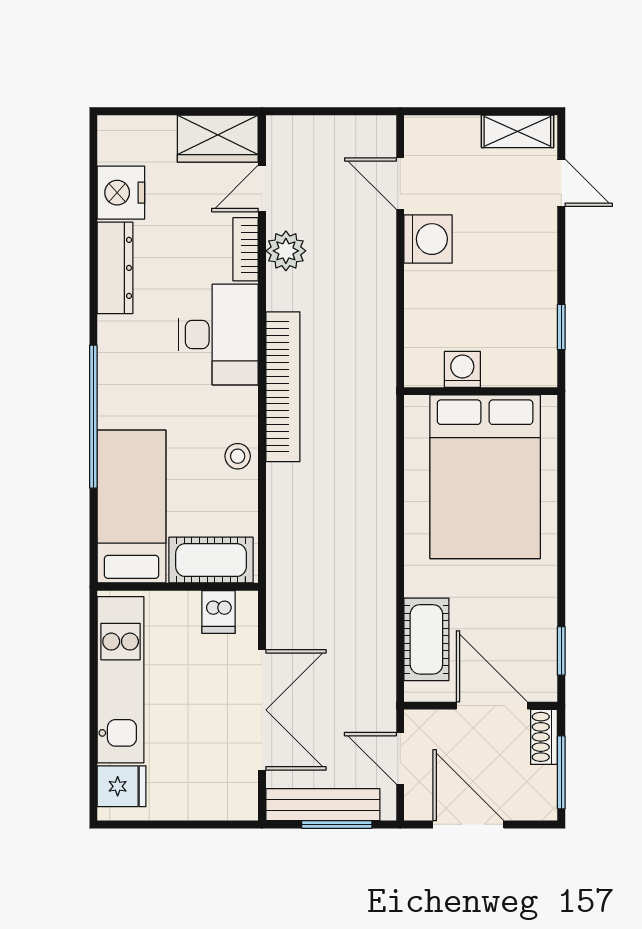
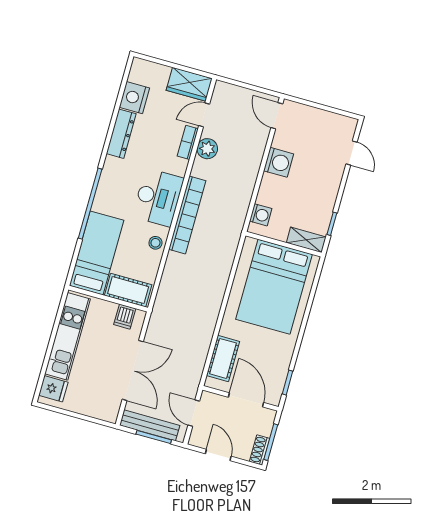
shelving: (517, 131) -> (306, 240), moved
door: (400, 184) -> (277, 116), moved
desk: (219, 335) -> (158, 197), moved
washing machine: (462, 369) -> (261, 215), moved, turned 90
shoe rack: (544, 737) -> (260, 450), moved
door: (468, 824) -> (218, 455), width x0.73

